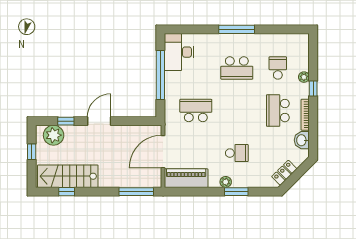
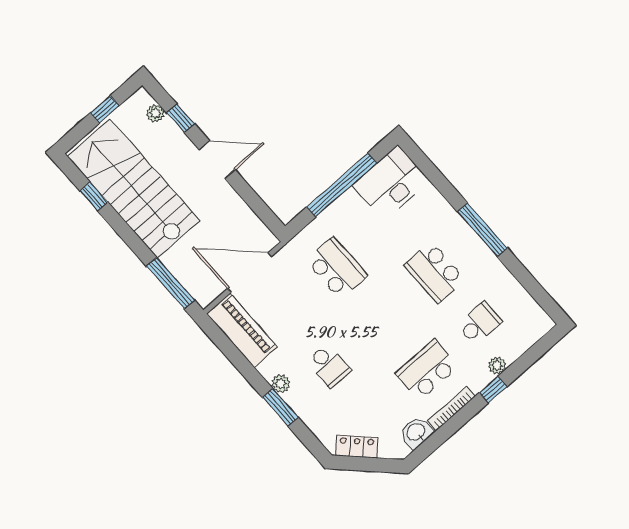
plant: (54, 135) -> (155, 113), width x0.53, depth x0.53
stairs: (68, 176) -> (133, 188), width x1.36, depth x1.51

